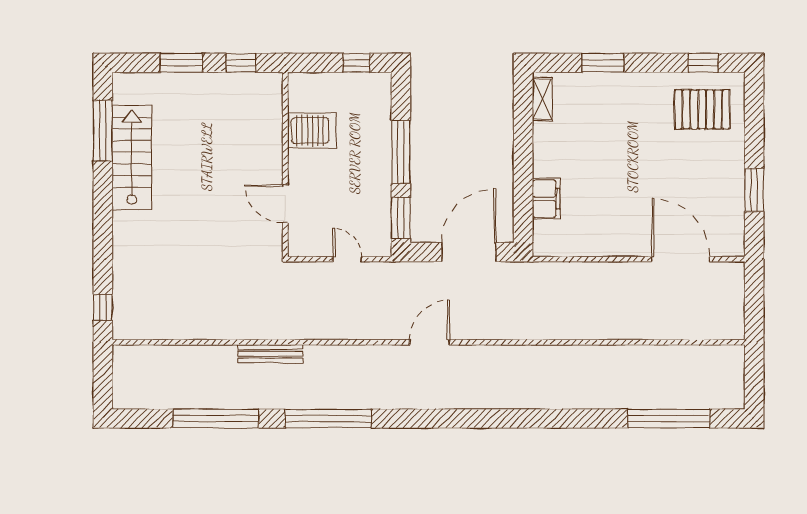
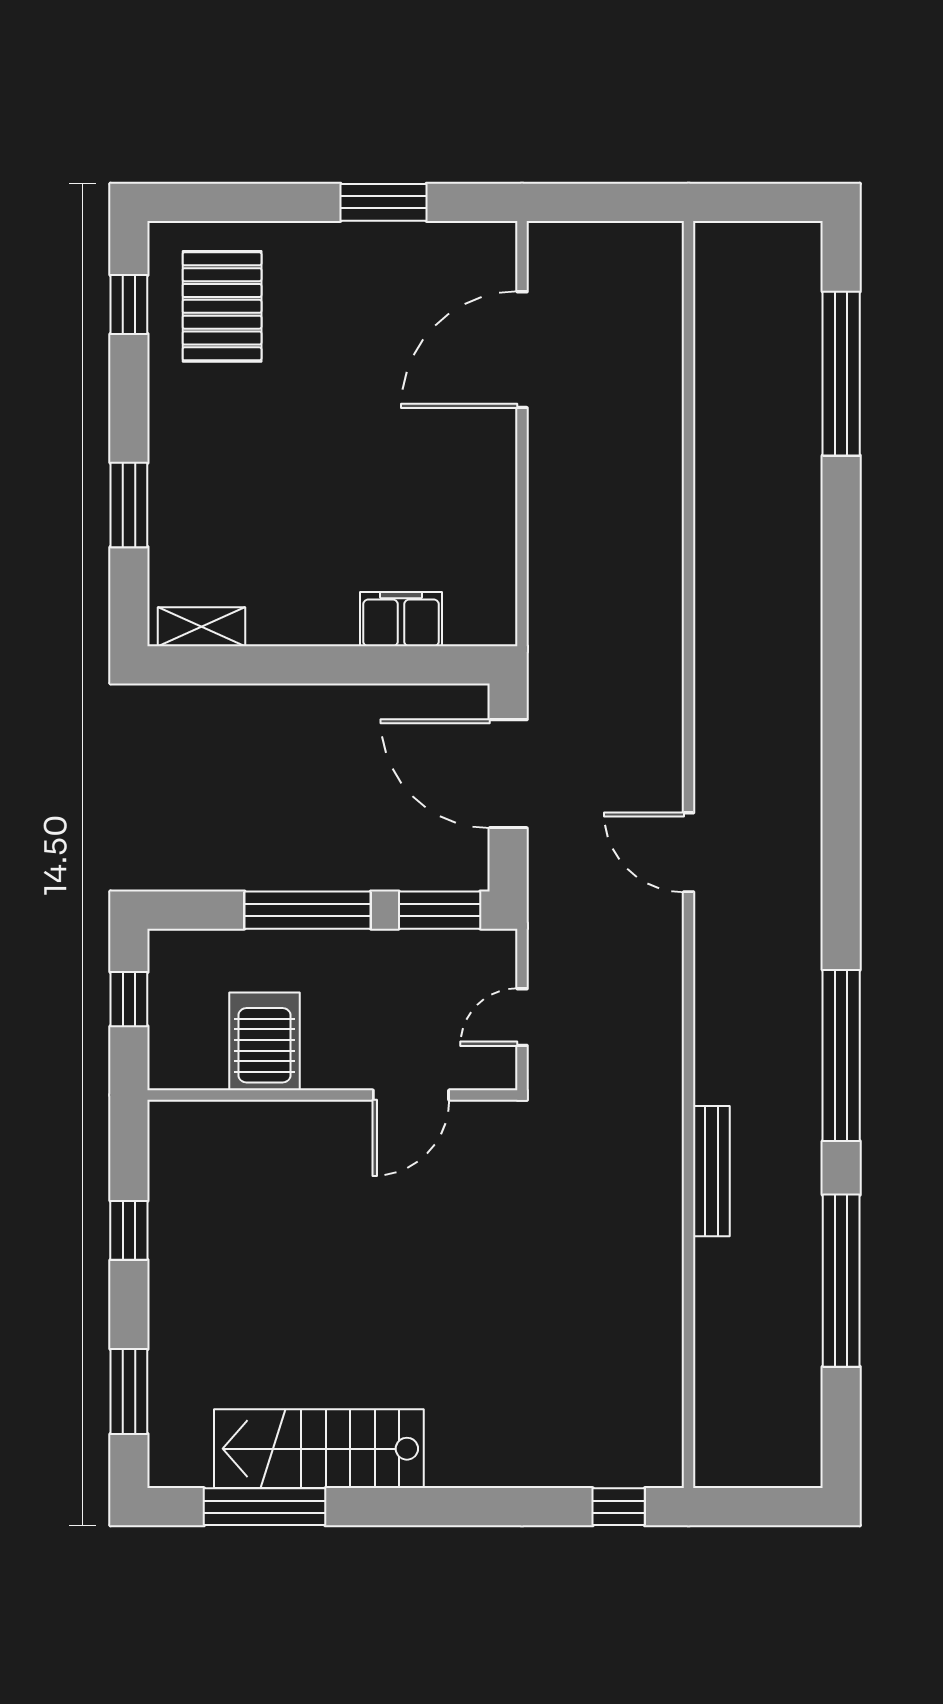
window: (181, 63) -> (129, 1391), moved
server rack: (312, 131) -> (265, 1041), moved
wall: (285, 164) -> (332, 1095), moved
door: (285, 204) -> (411, 1095), moved

